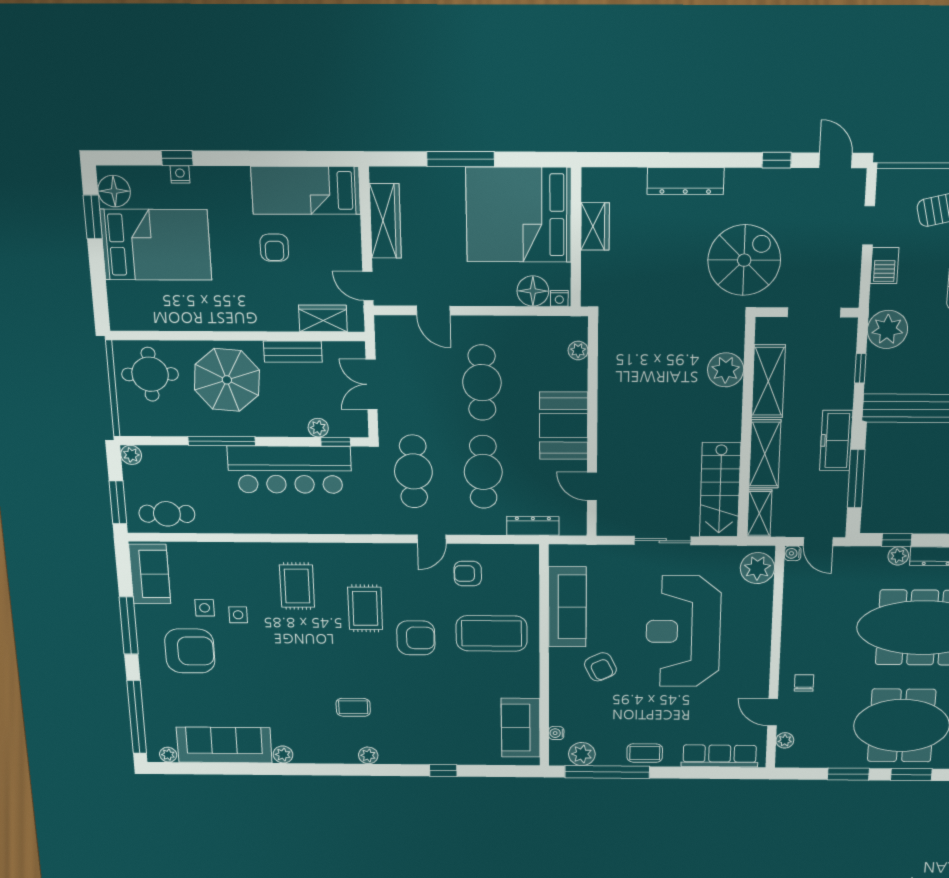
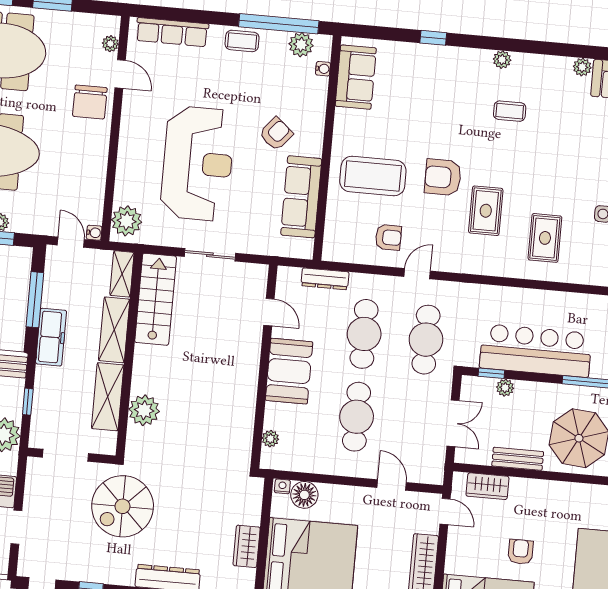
armchair: (600, 667) -> (276, 134), turned 66
chair: (804, 683) -> (90, 102), width x1.87, depth x1.87

